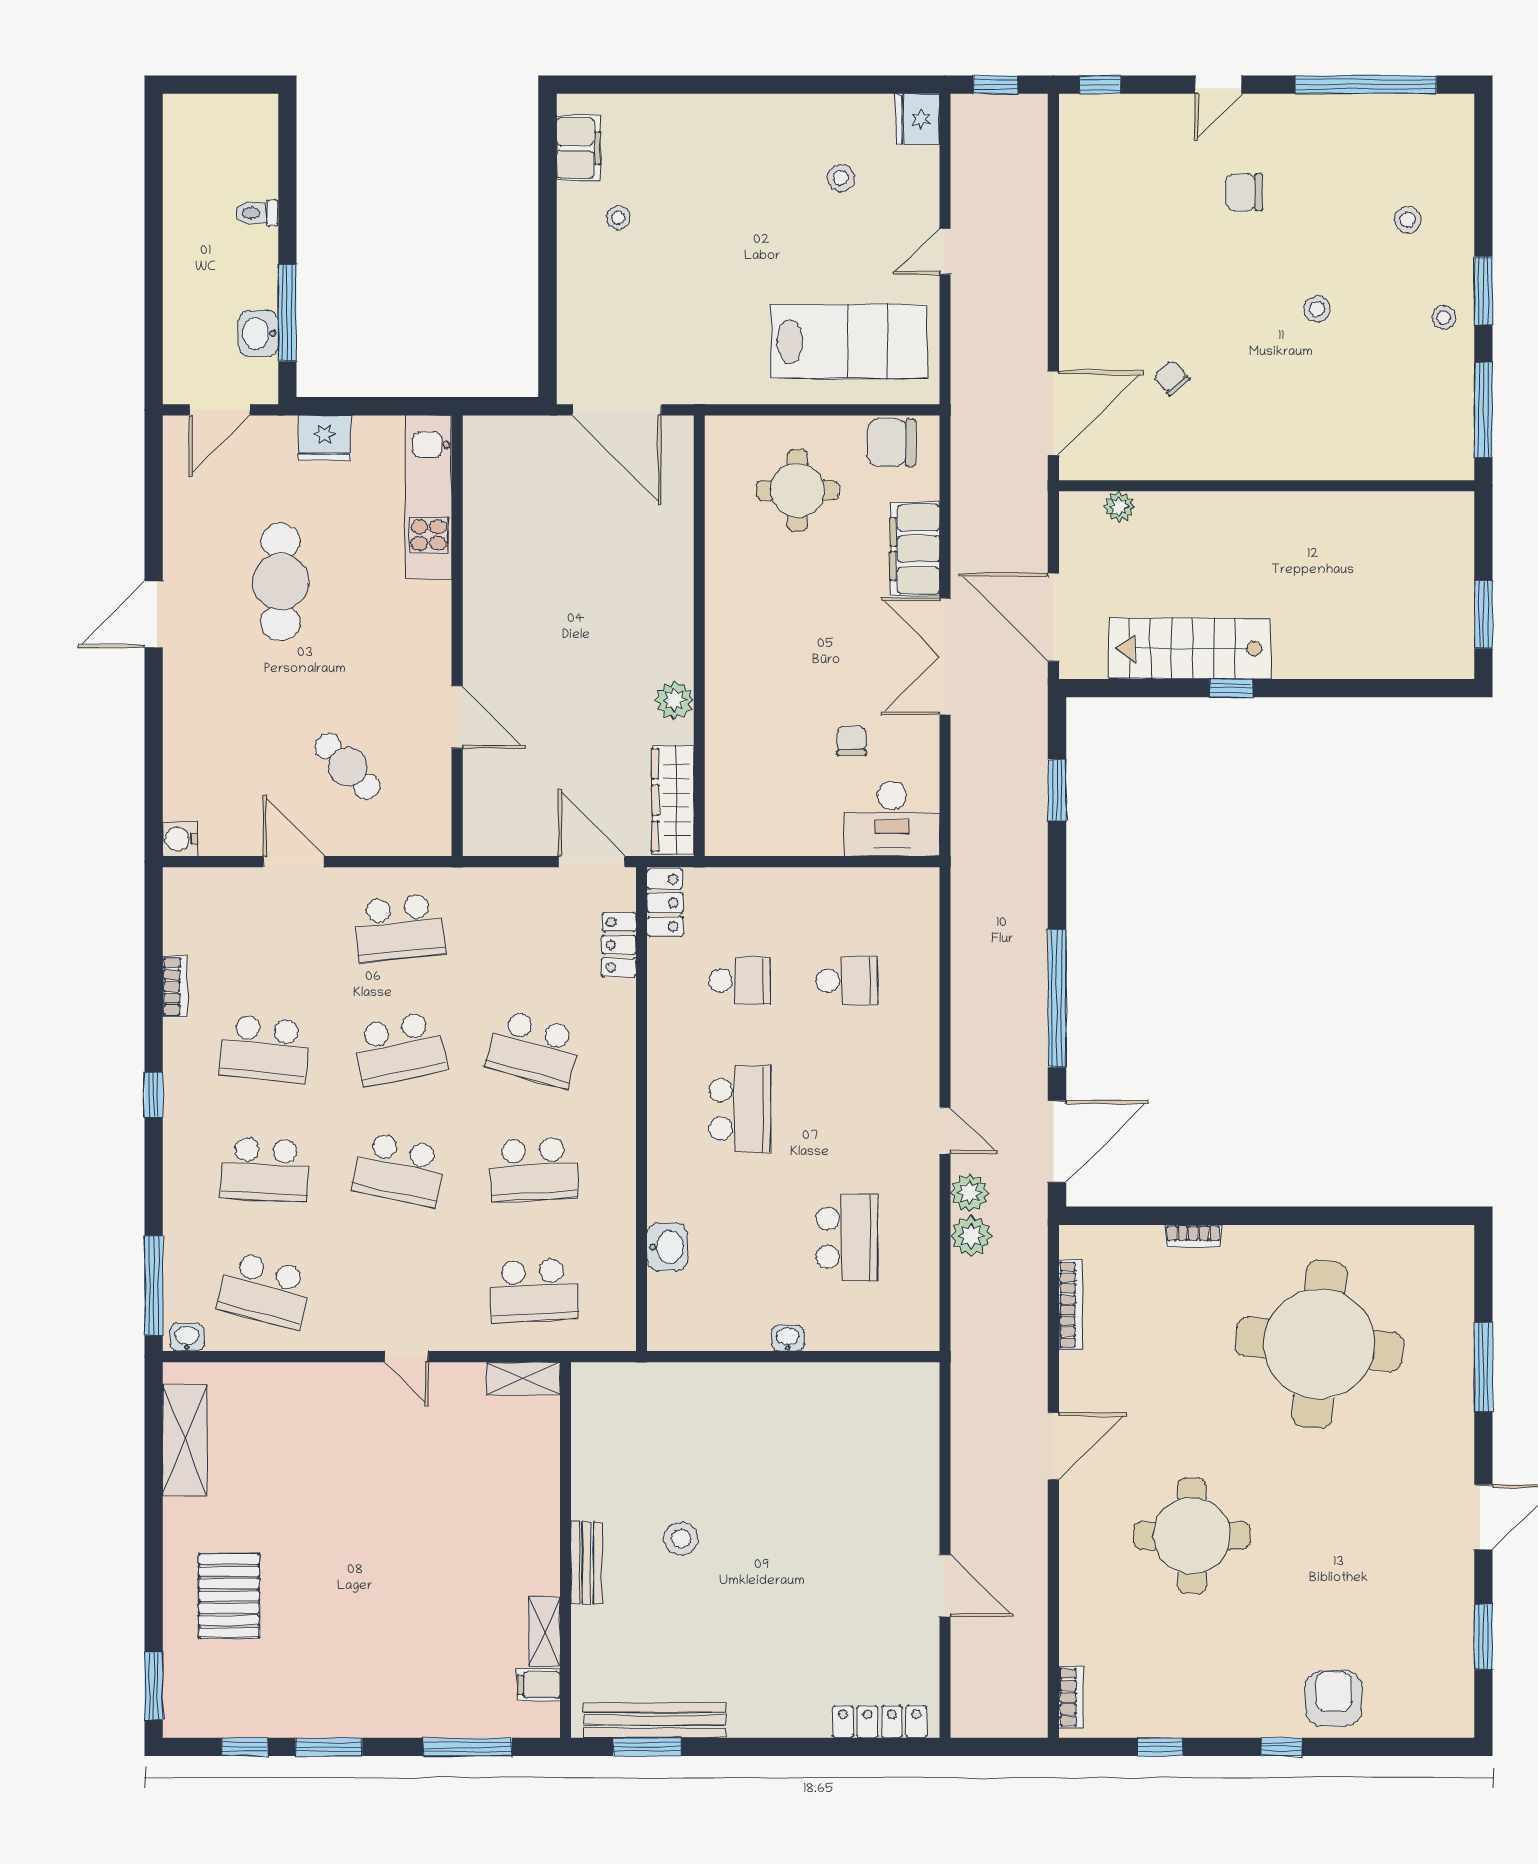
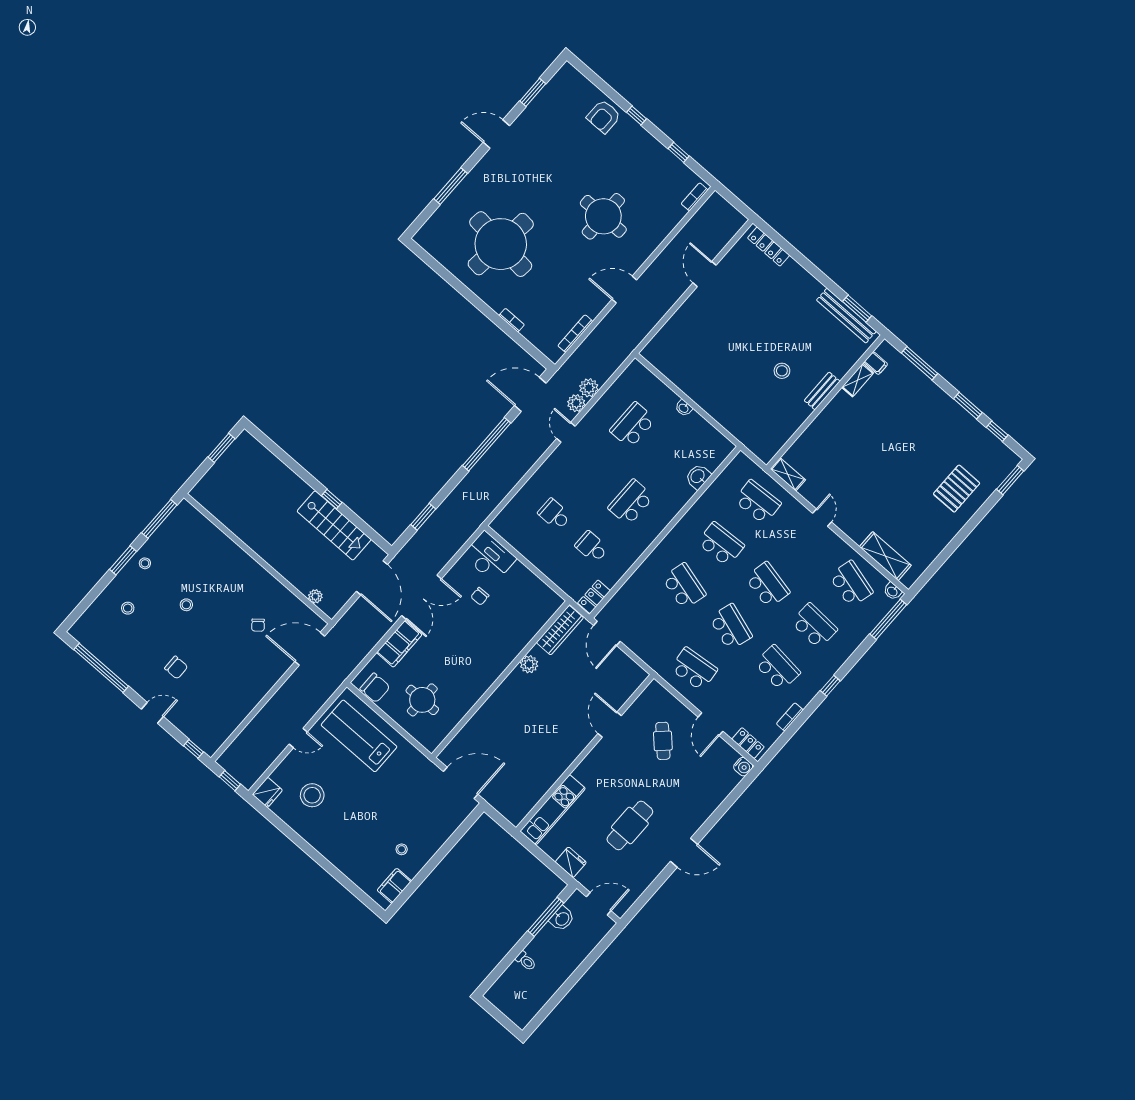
stool: (841, 178) -> (312, 795), width x1.89, depth x1.89
door: (617, 410) -> (461, 783), hinge flipped
locker: (619, 945) -> (748, 743), moved, turned -90
school desk: (399, 1049) -> (731, 627), turned 30
shelving: (185, 1440) -> (885, 556), moved, turned 90

